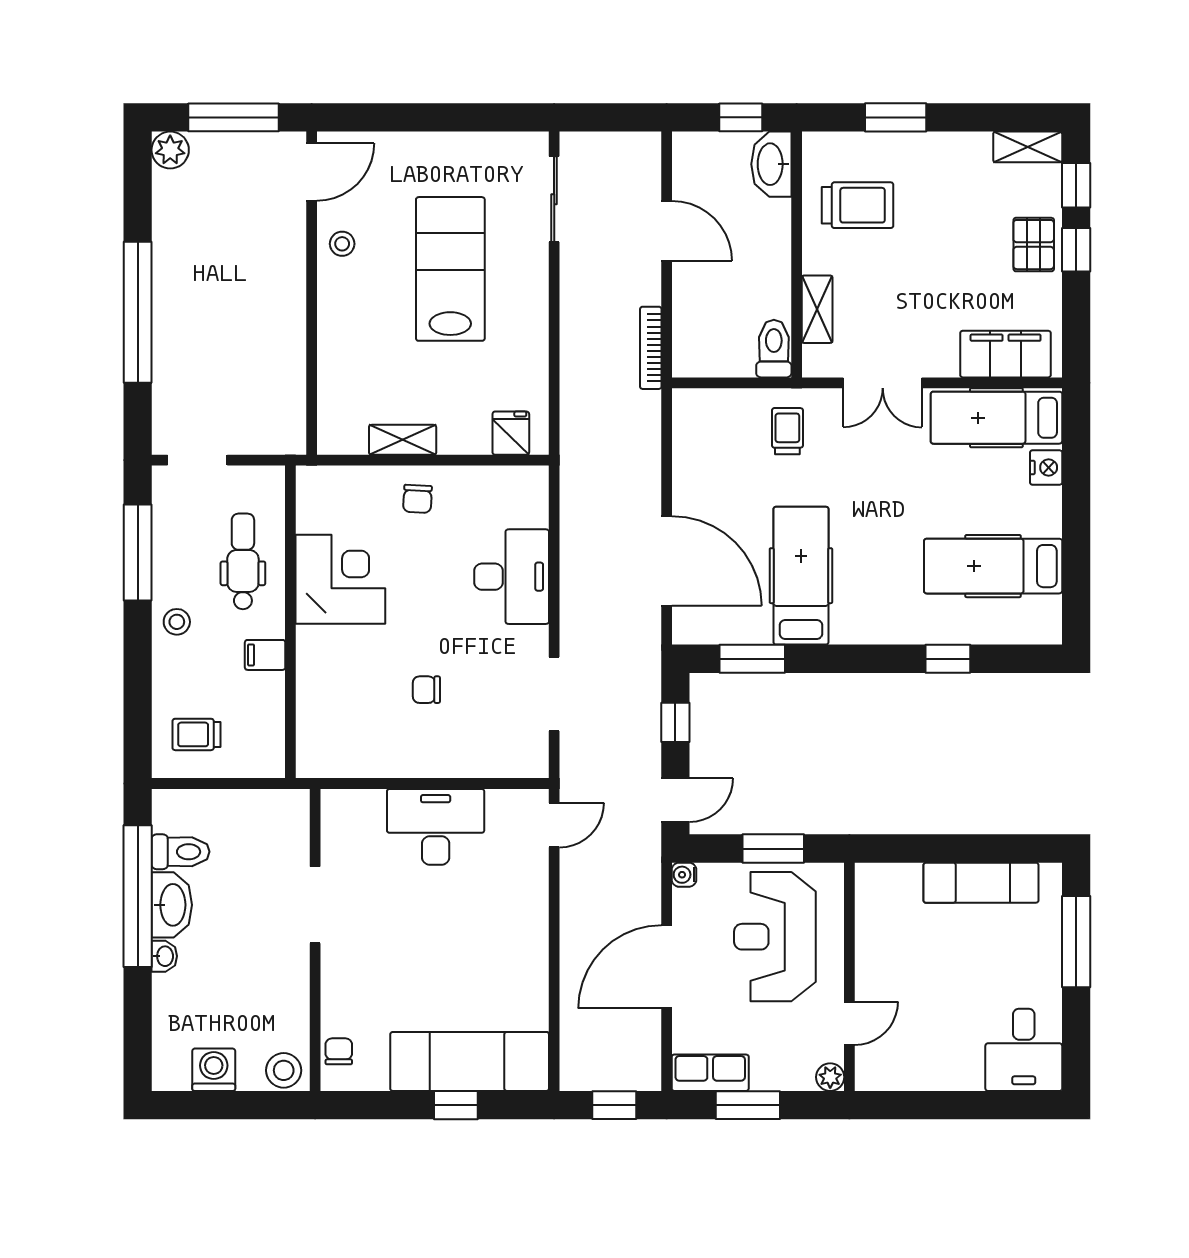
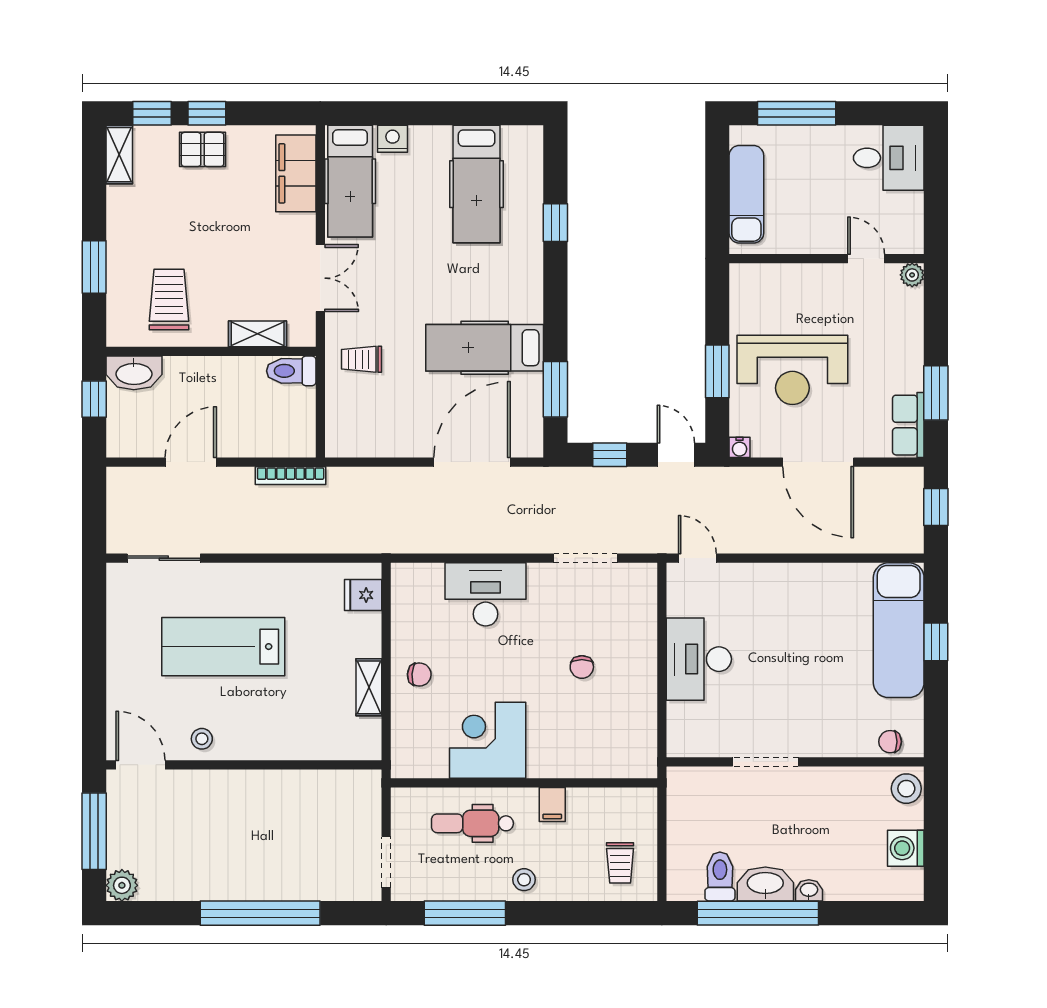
wall: (849, 977) -> (827, 259), moved
door: (849, 1023) -> (866, 259), moved
plant: (830, 1077) -> (912, 275), moved

